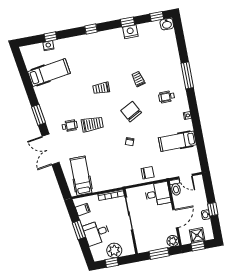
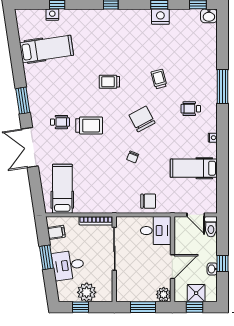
toilet: (176, 187) -> (211, 227), moved

